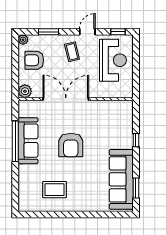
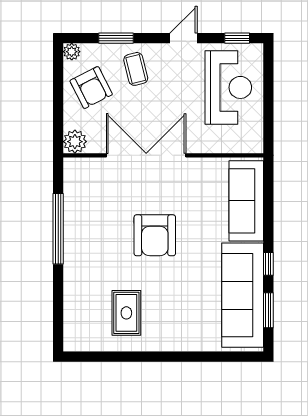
coffee table: (72, 52) -> (136, 69), moved
armchair: (34, 60) -> (91, 88), turned -117
window: (136, 140) -> (268, 264), moved
sofa: (28, 141) -> (246, 201), moved, turned 180
rug: (54, 190) -> (126, 313), turned 90

